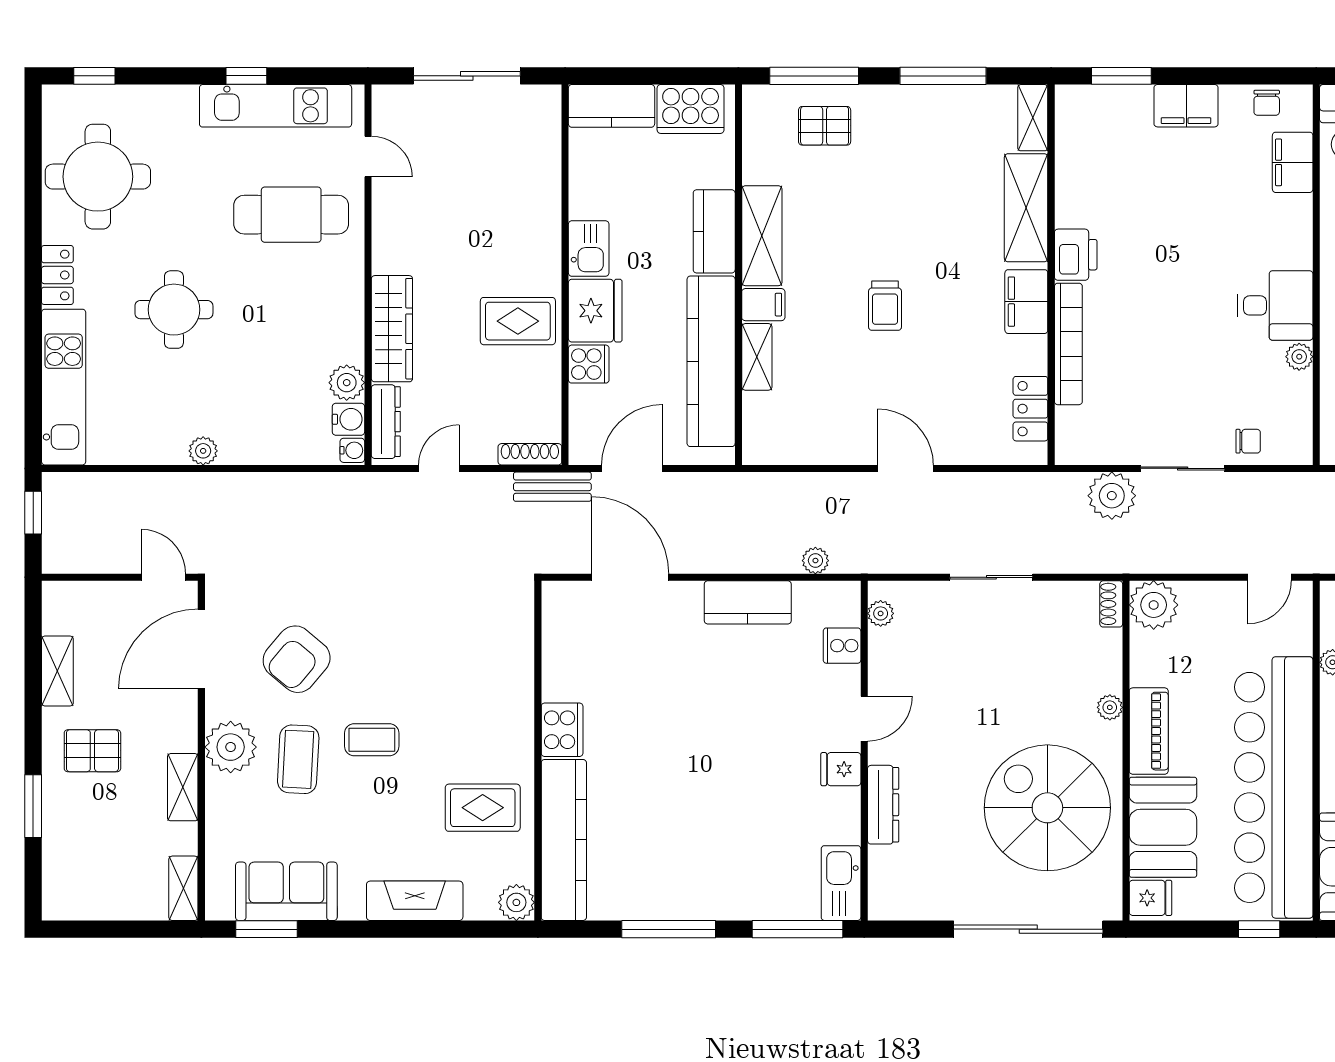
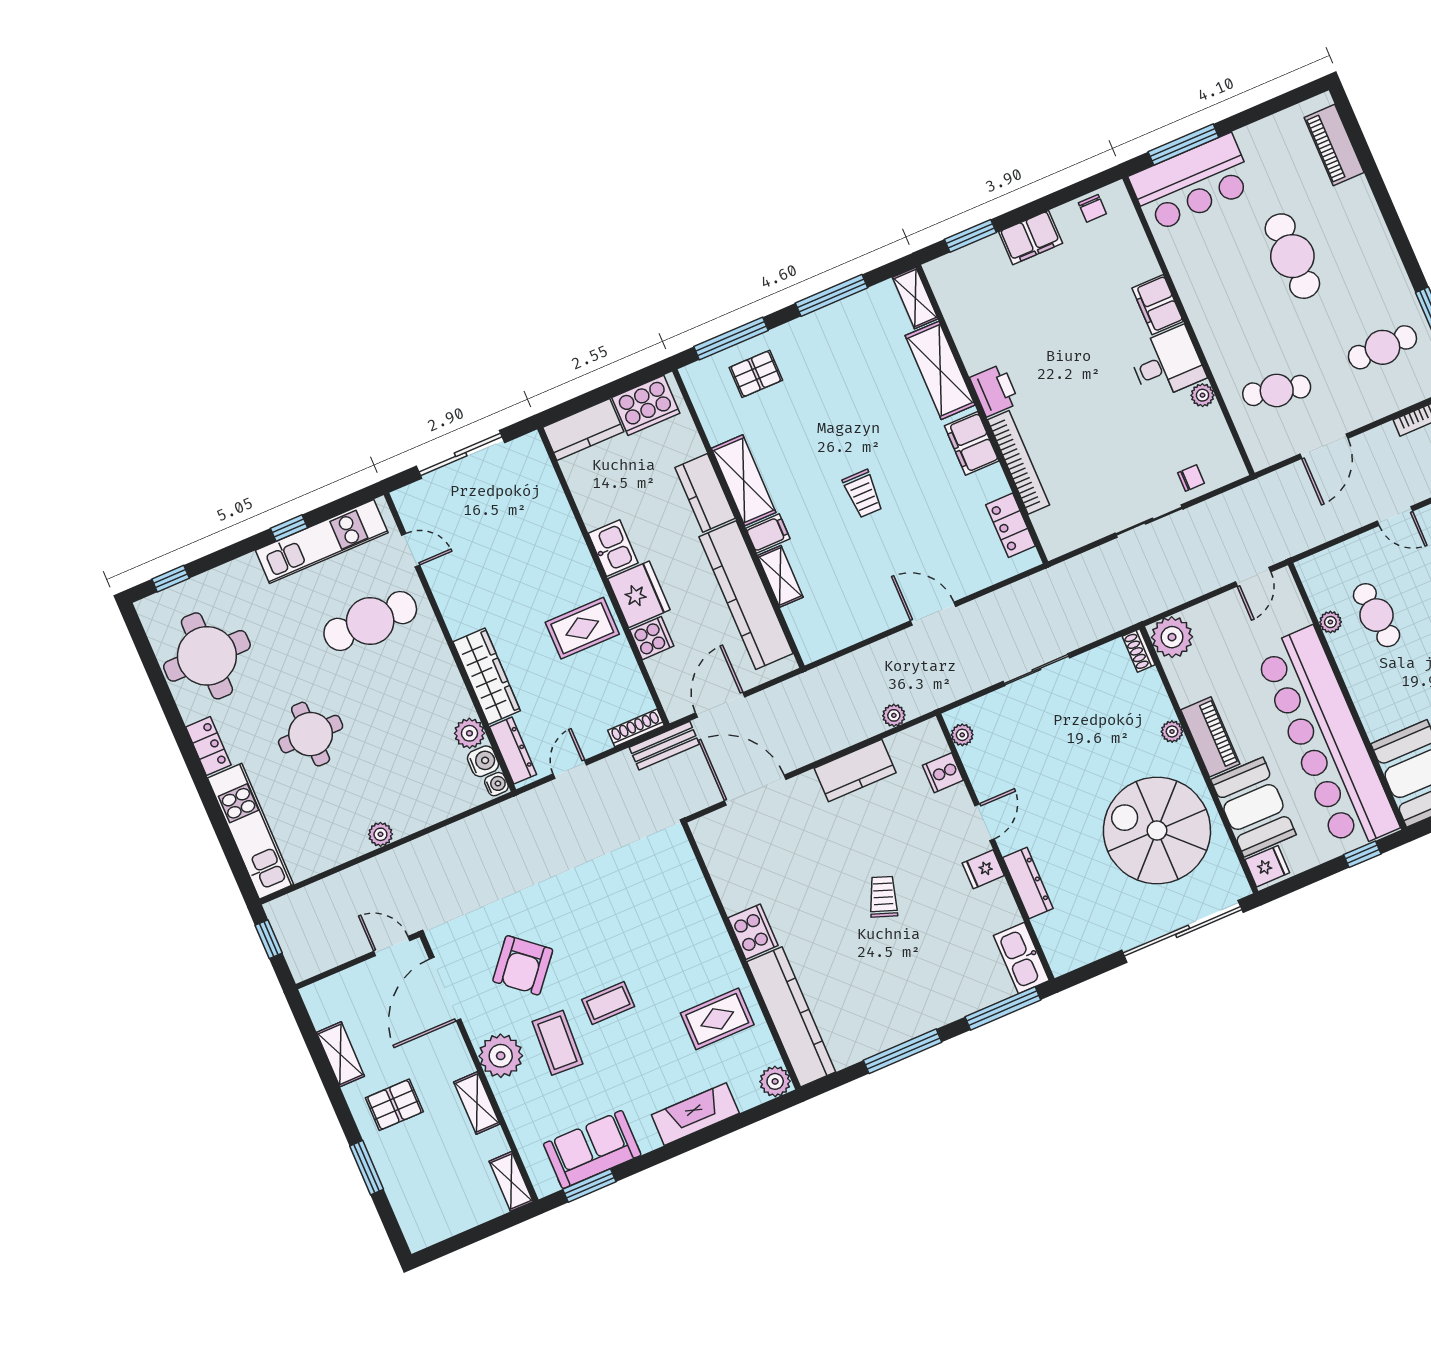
filing cabinet: (1293, 162) -> (1158, 305), moved
plant: (1112, 496) -> (1103, 566), removed
trolley: (720, 752) -> (883, 897), added

